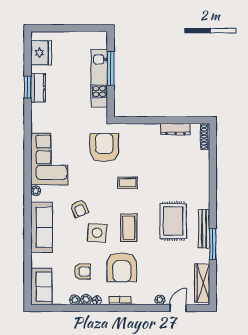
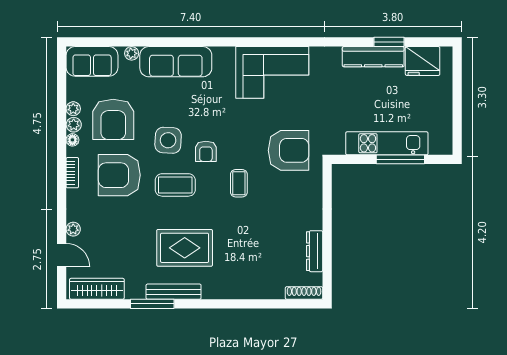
window: (28, 87) -> (389, 42), moved
kitchen counter: (38, 88) -> (373, 57), width x1.50
plant: (36, 191) -> (132, 53), moved
armchair: (79, 209) -> (206, 151), moved, turned -67
armchair: (82, 272) -> (113, 119), width x1.88, depth x1.88

